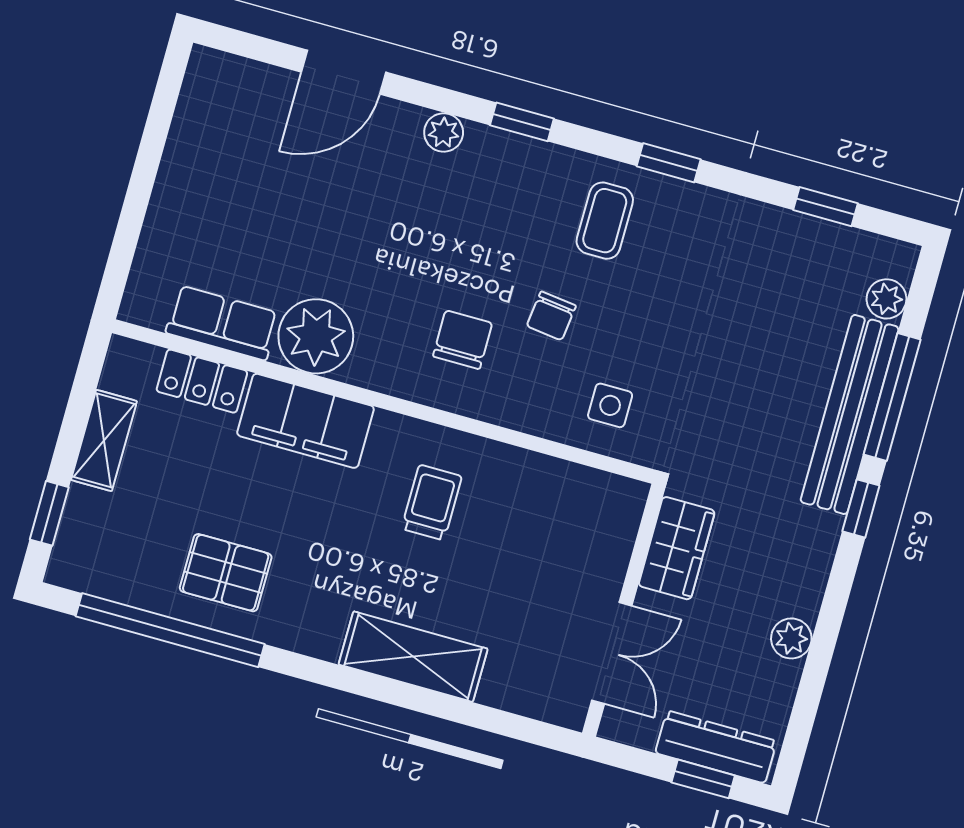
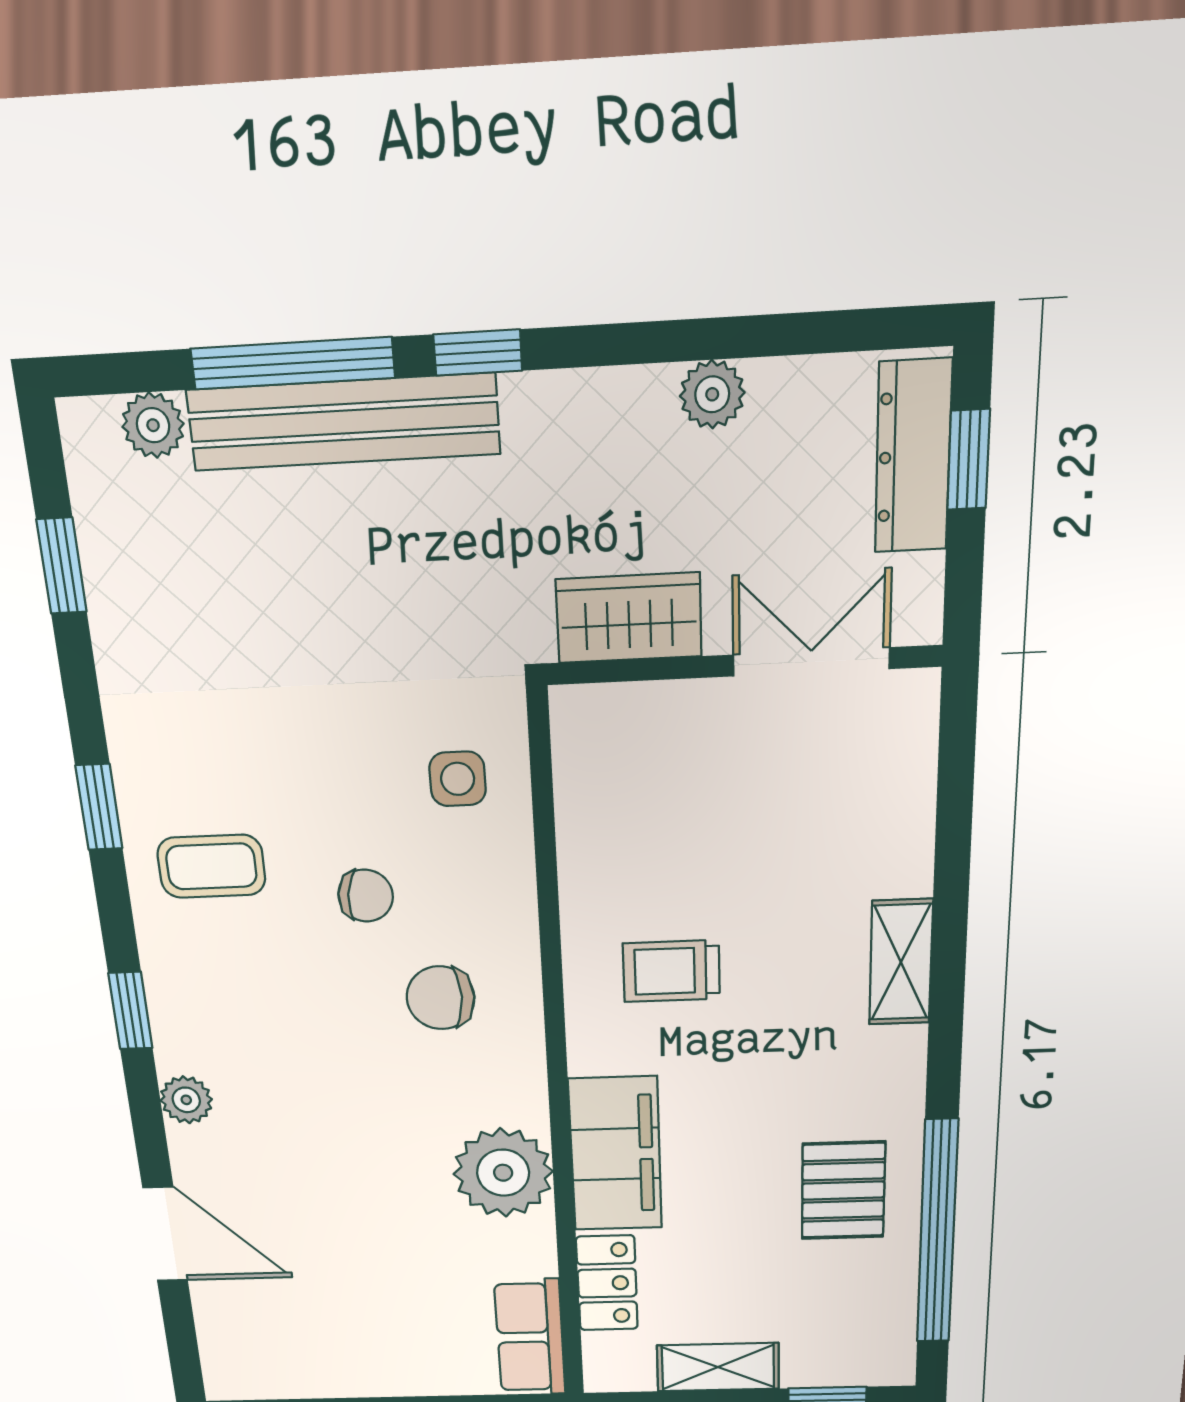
row of seats: (222, 323) -> (530, 1337), moved
shelving: (413, 657) -> (901, 962), width x0.67, depth x0.75

